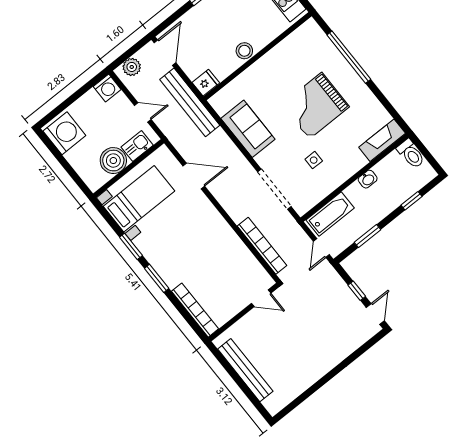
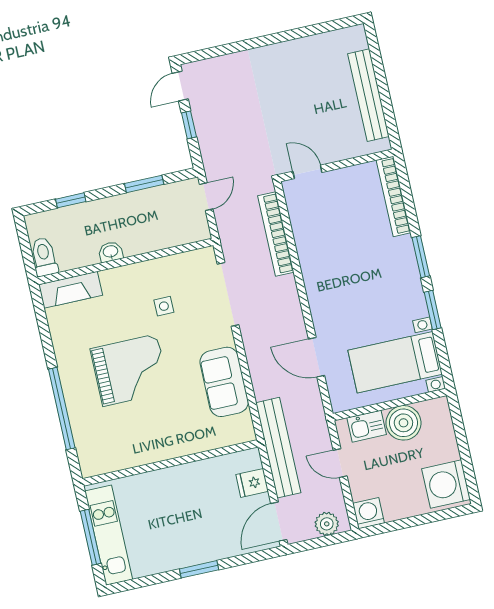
stool: (244, 51) -> (183, 477), removed
fridge: (206, 83) -> (252, 483), moved
bathtub: (330, 214) -> (176, 232), removed

